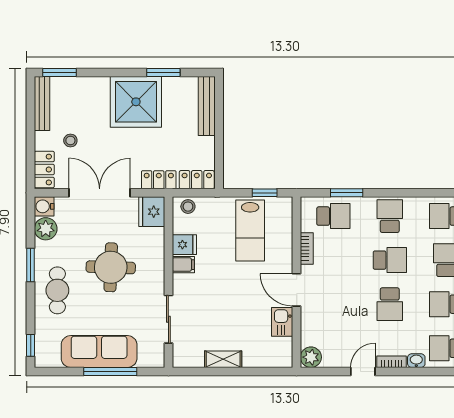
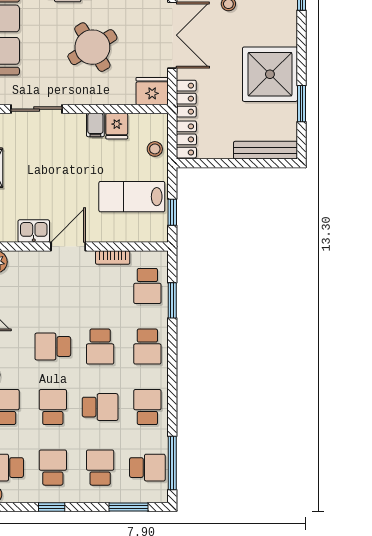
stool: (188, 207) -> (155, 149), moved
school desk: (390, 216) -> (147, 346), turned 90
round table: (111, 267) -> (92, 47), turned -33

